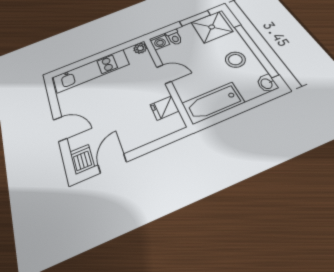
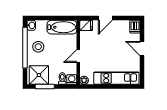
door: (164, 74) -> (78, 56), hinge flipped
fridge: (164, 108) -> (86, 25), moved
door: (112, 163) -> (105, 18), moved

